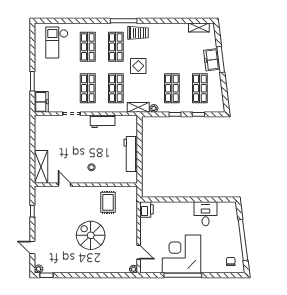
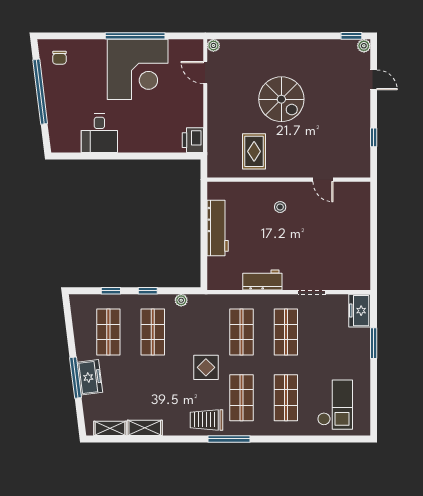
shelving: (138, 107) -> (145, 428), moved
shelving: (41, 167) -> (360, 208), removed

